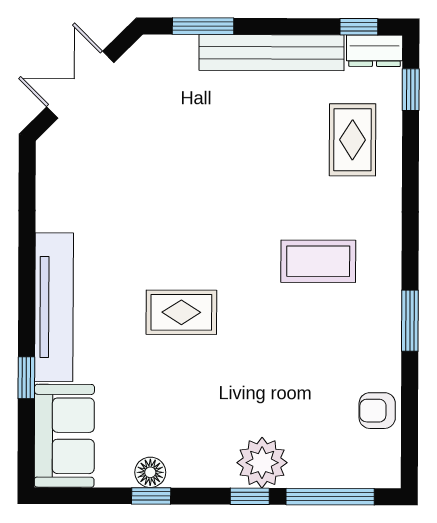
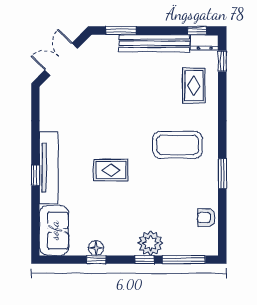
coffee table: (318, 261) -> (177, 145), width x1.36, depth x1.32
window: (26, 378) -> (35, 175), moved

